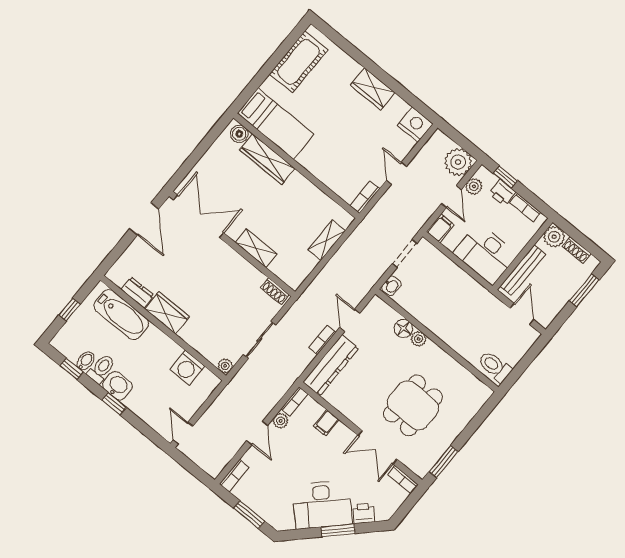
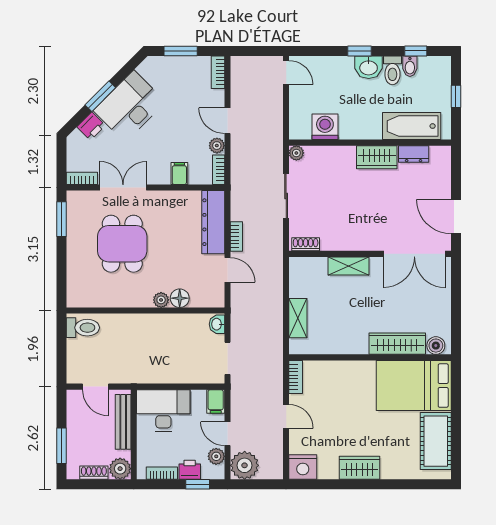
bed: (276, 124) -> (414, 386), width x1.50

